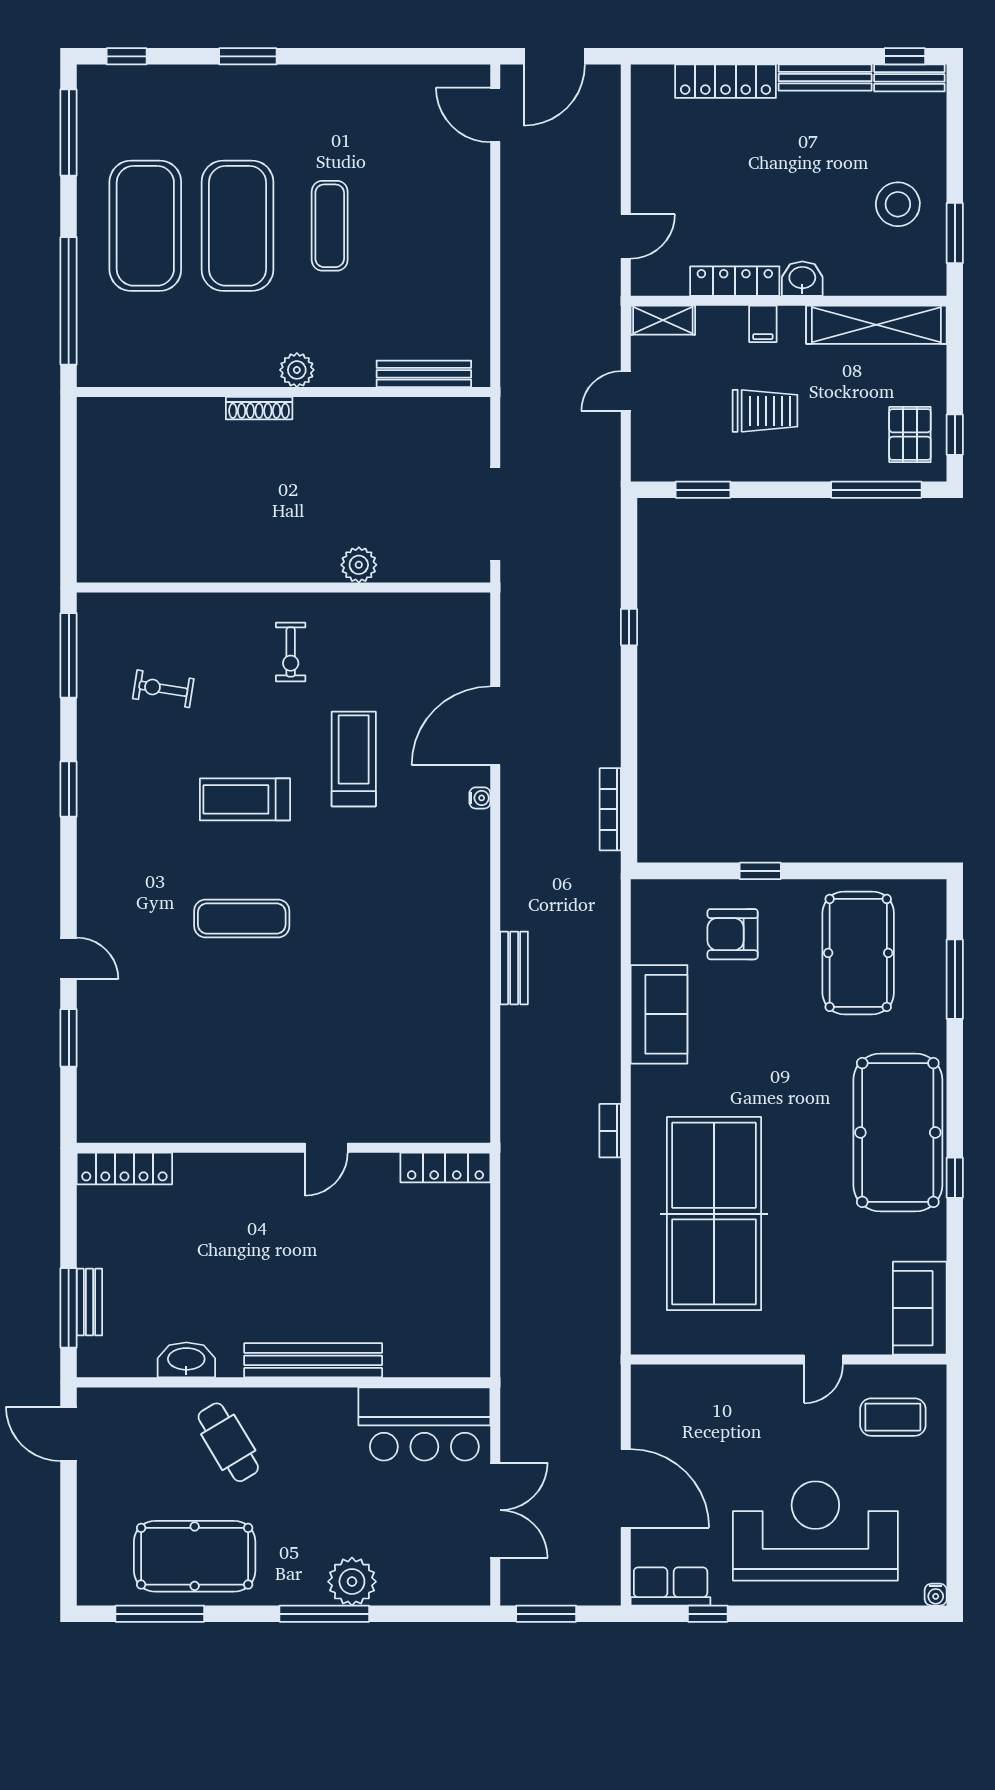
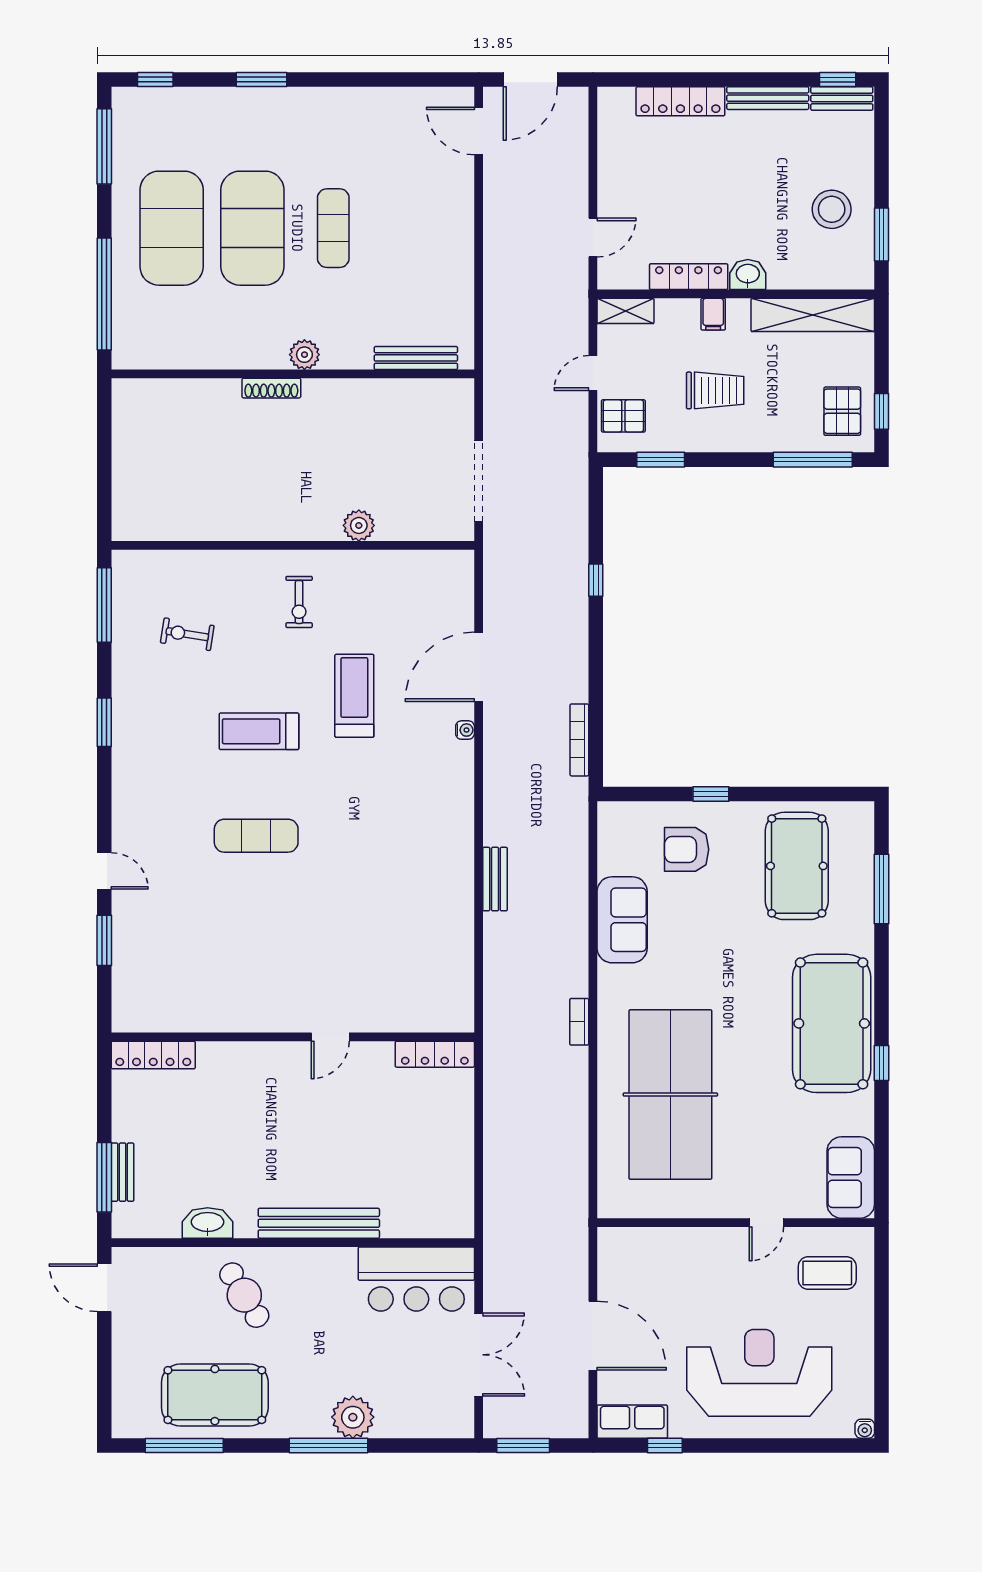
pallet: (660, 440) -> (623, 416), added

